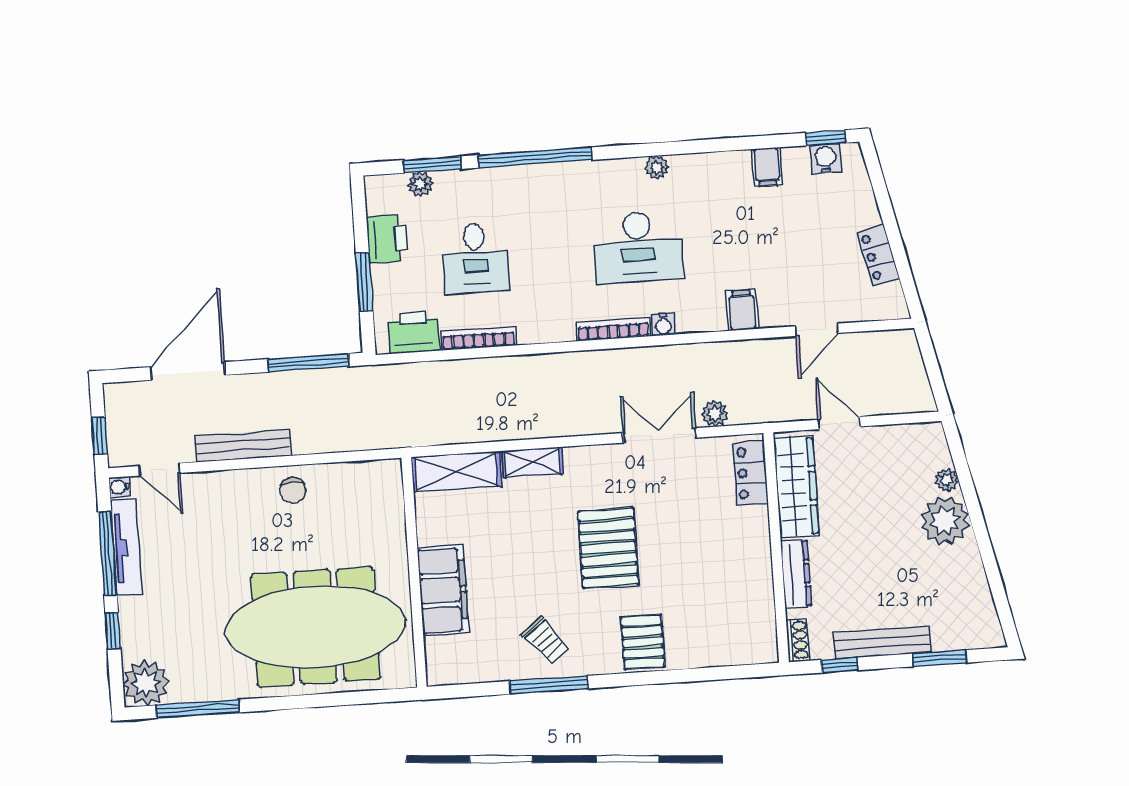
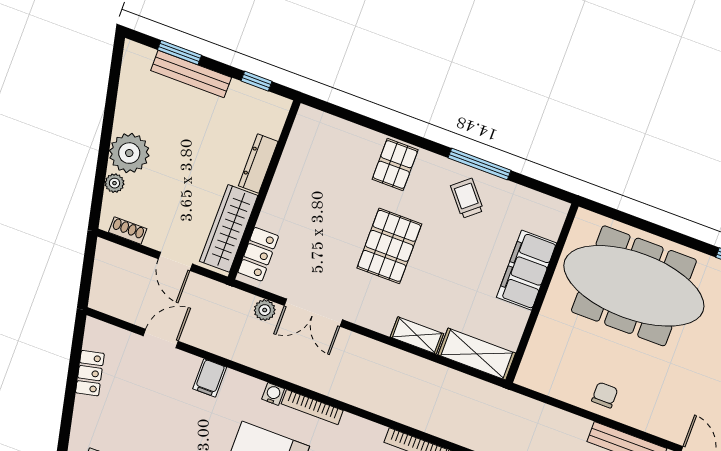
shoe rack: (798, 640) -> (128, 231), moved, turned 90
bench: (882, 642) -> (191, 74), moved

